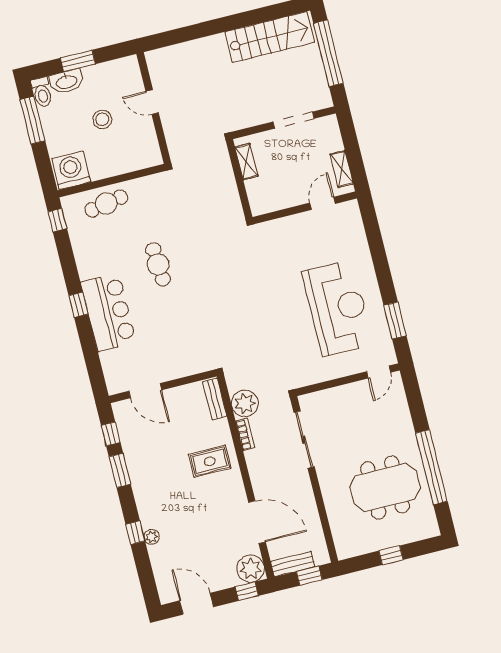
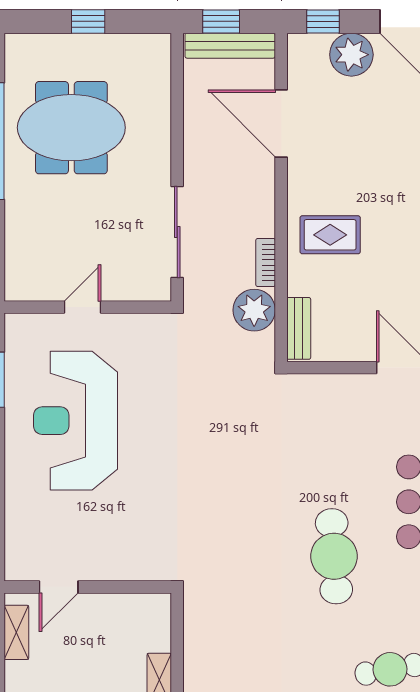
cafe table: (158, 264) -> (334, 556), width x1.37, depth x1.35
door: (378, 372) -> (82, 307), moved
bench: (293, 564) -> (230, 46), width x1.36
plant: (251, 569) -> (351, 55), moved

